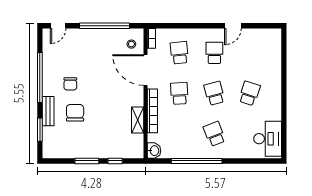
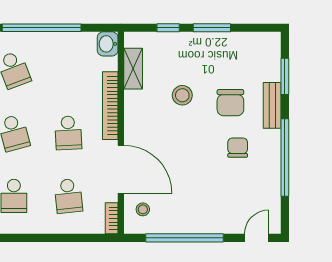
stool: (106, 118) -> (182, 95), added
shelving: (138, 120) -> (133, 69), moved

